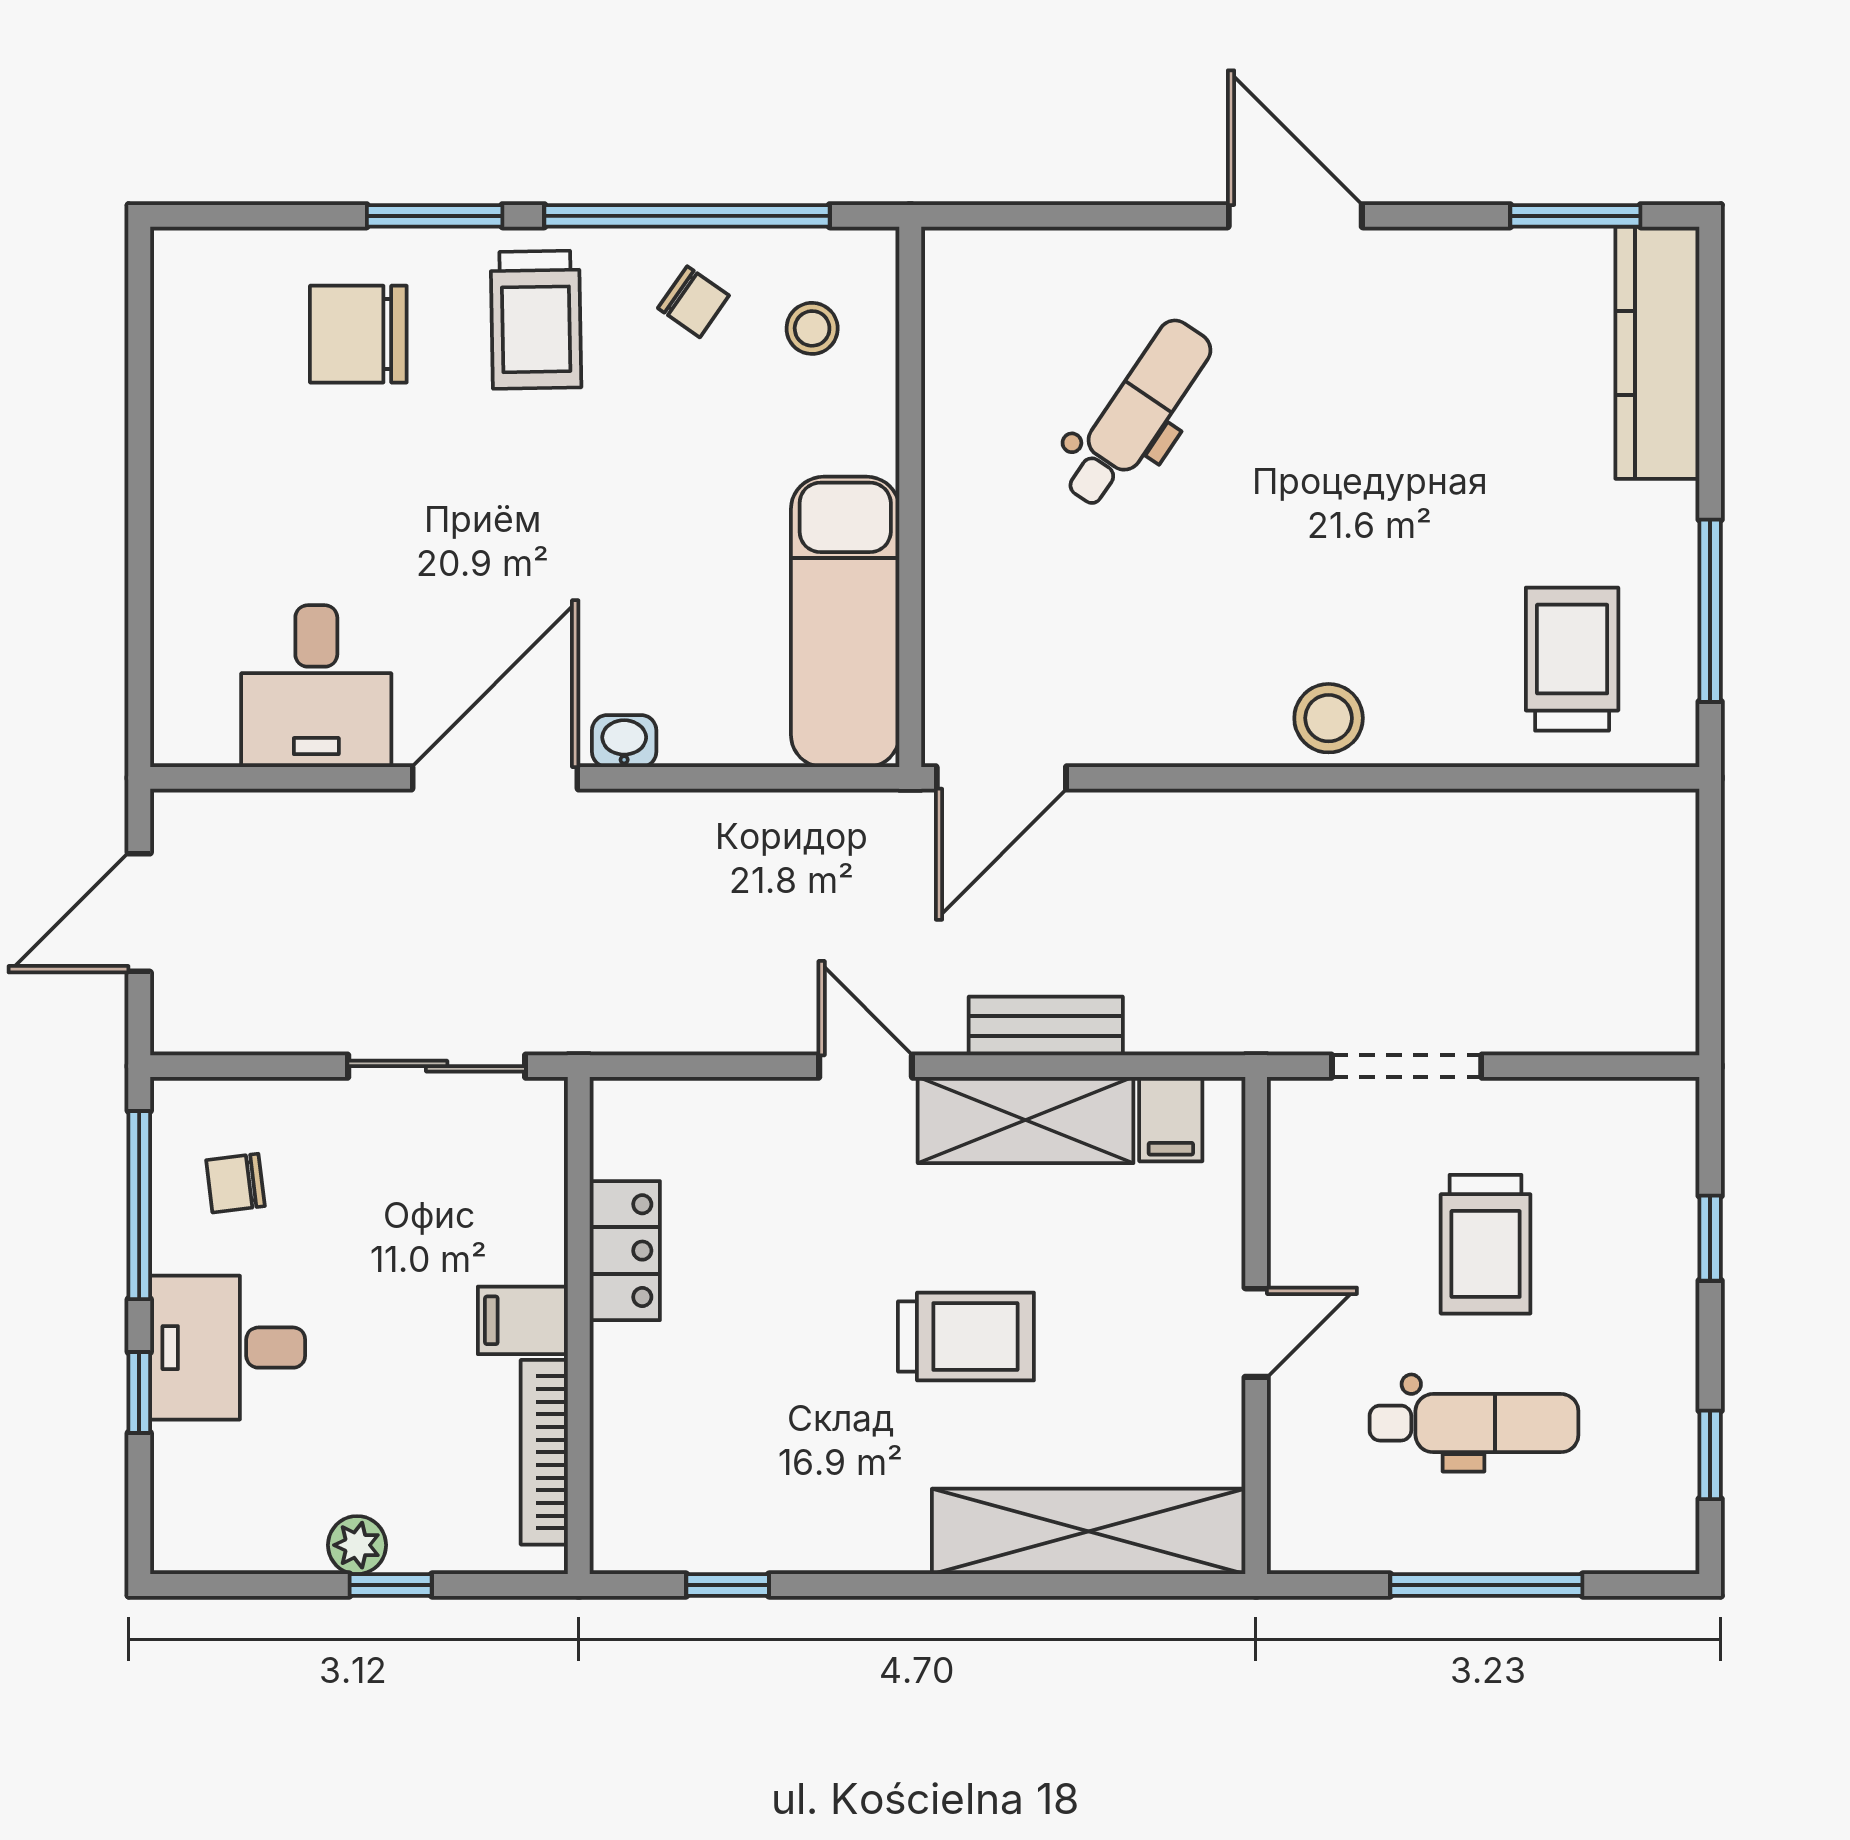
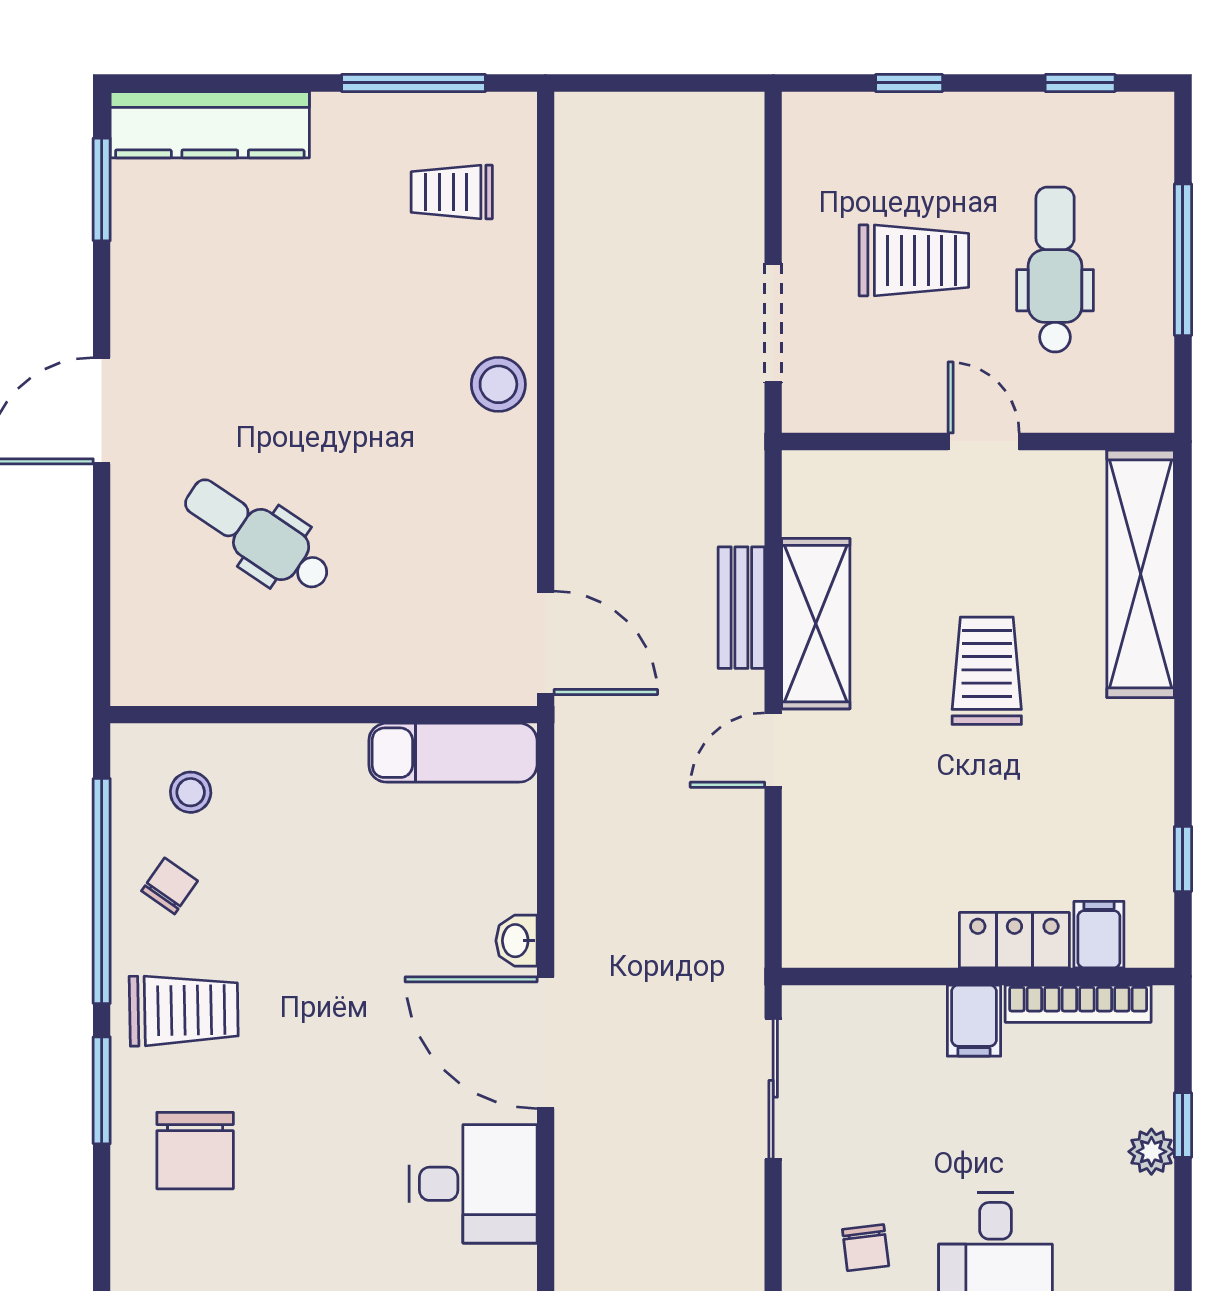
exam couch: (845, 622) -> (453, 753), width x0.73, depth x0.69
trolley: (1572, 659) -> (452, 192), width x0.73, depth x0.72
filing cabinet: (1171, 1119) -> (1099, 935), moved, turned -90
locker: (625, 1251) -> (1014, 940), moved

